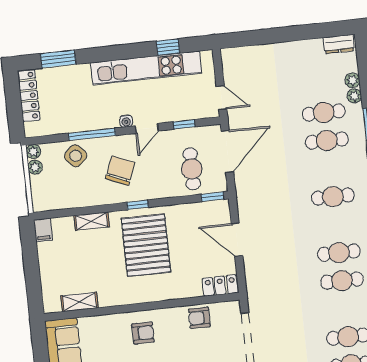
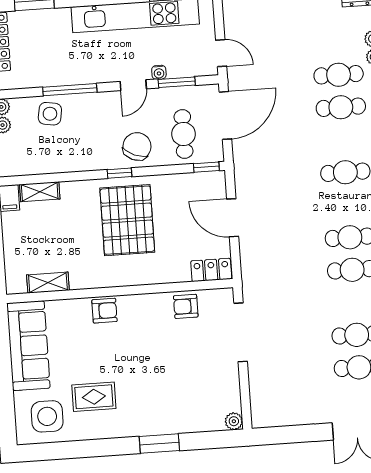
water cooler: (126, 121) -> (159, 72), moved
window: (184, 124) -> (177, 82), width x1.50
side table: (76, 156) -> (50, 114), turned -38
chair: (120, 171) -> (137, 146), moved
shelving: (92, 221) -> (40, 192), moved
armchair: (143, 333) -> (104, 311), moved

